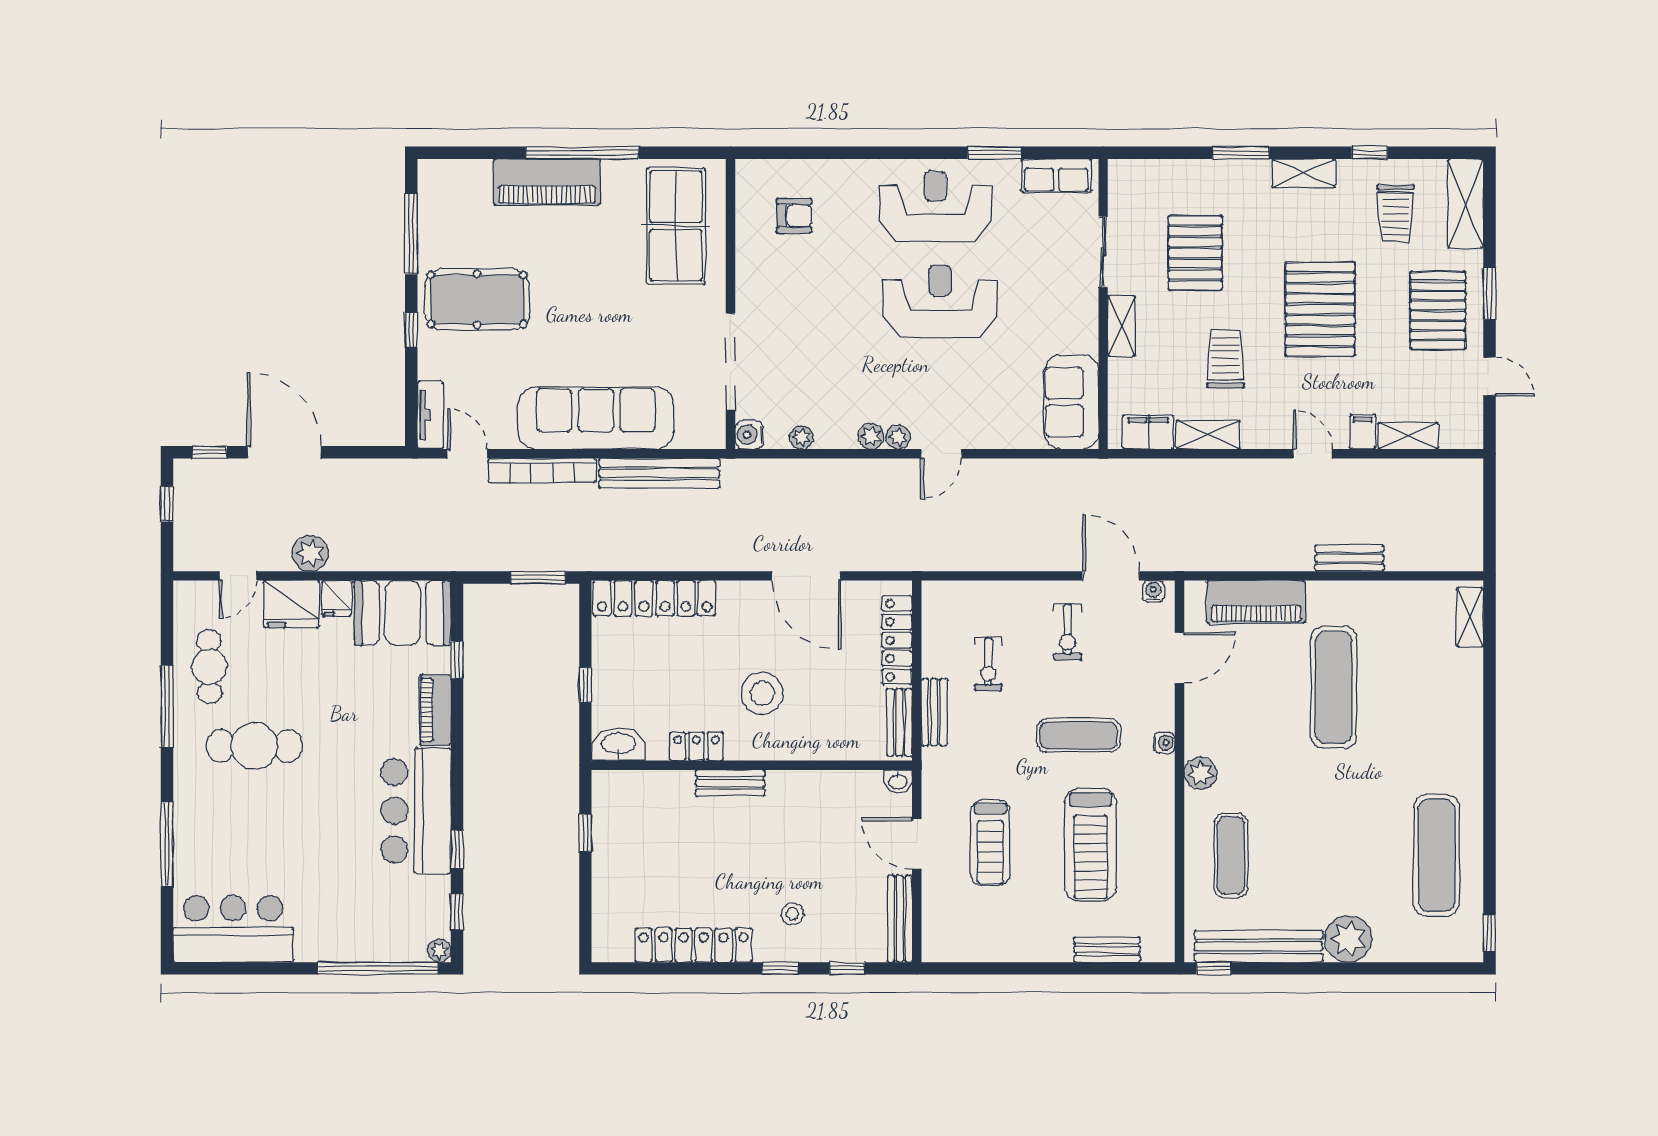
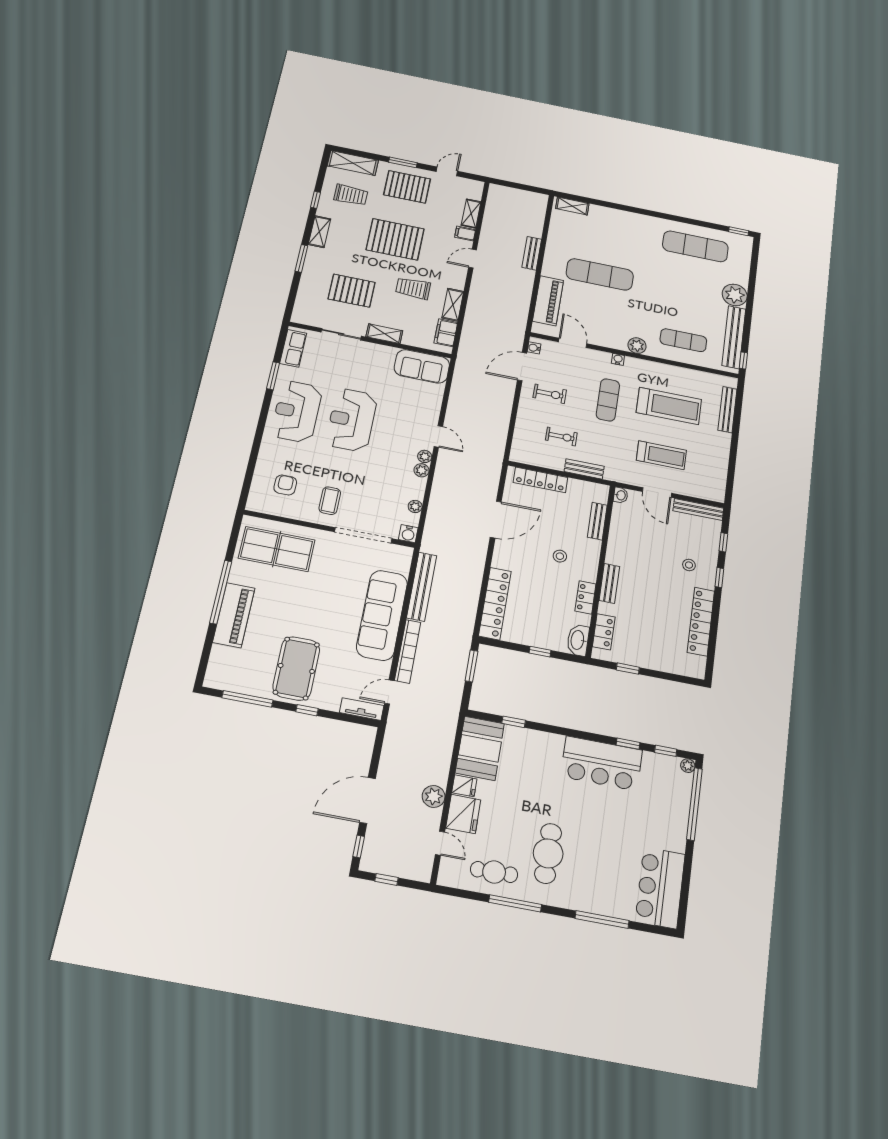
coffee table: (781, 294) -> (330, 501), added
stool: (762, 693) -> (560, 556), width x0.53, depth x0.53
piano: (435, 710) -> (542, 740), removed
bench: (899, 722) -> (597, 521), moved, turned 90
locker: (642, 785) -> (604, 632), added
door: (917, 843) -> (657, 492), hinge flipped
bench: (1107, 950) -> (727, 410), width x1.36

